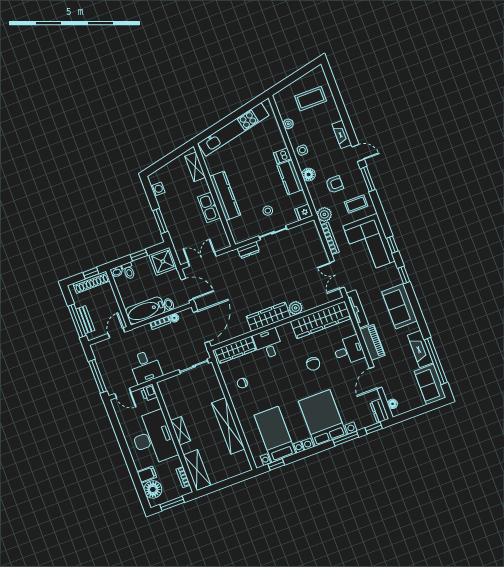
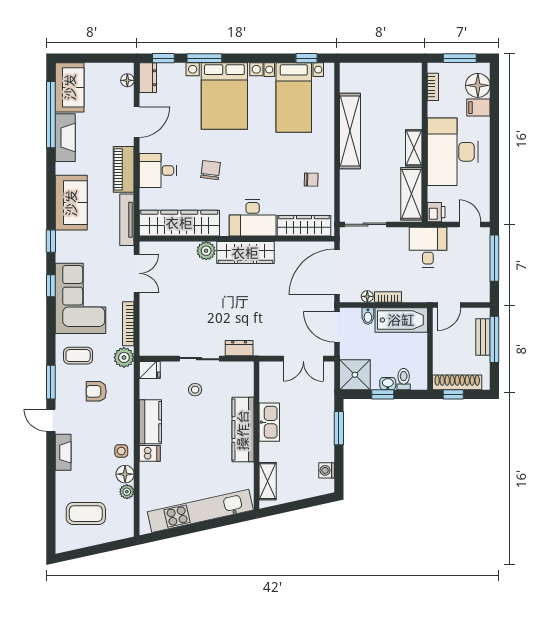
floor lamp: (309, 175) -> (125, 474), moved
washbasin: (117, 272) -> (388, 384), moved
desk: (268, 344) -> (253, 218), width x1.37
shelving: (197, 470) -> (411, 194), moved

